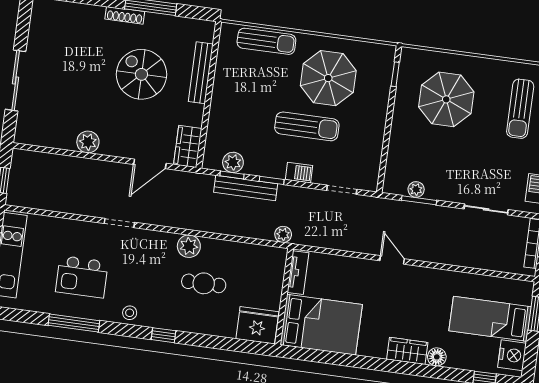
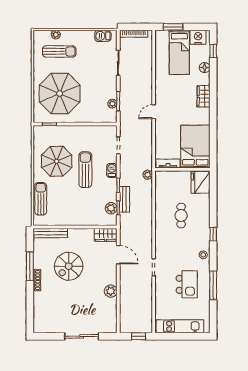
bench: (201, 73) -> (50, 233), moved
parasol: (446, 99) -> (60, 94), width x1.36, depth x1.36
bench: (246, 188) -> (124, 199), width x0.73
plant: (189, 246) -> (161, 227), removed
floor lamp: (437, 357) -> (205, 68), moved

